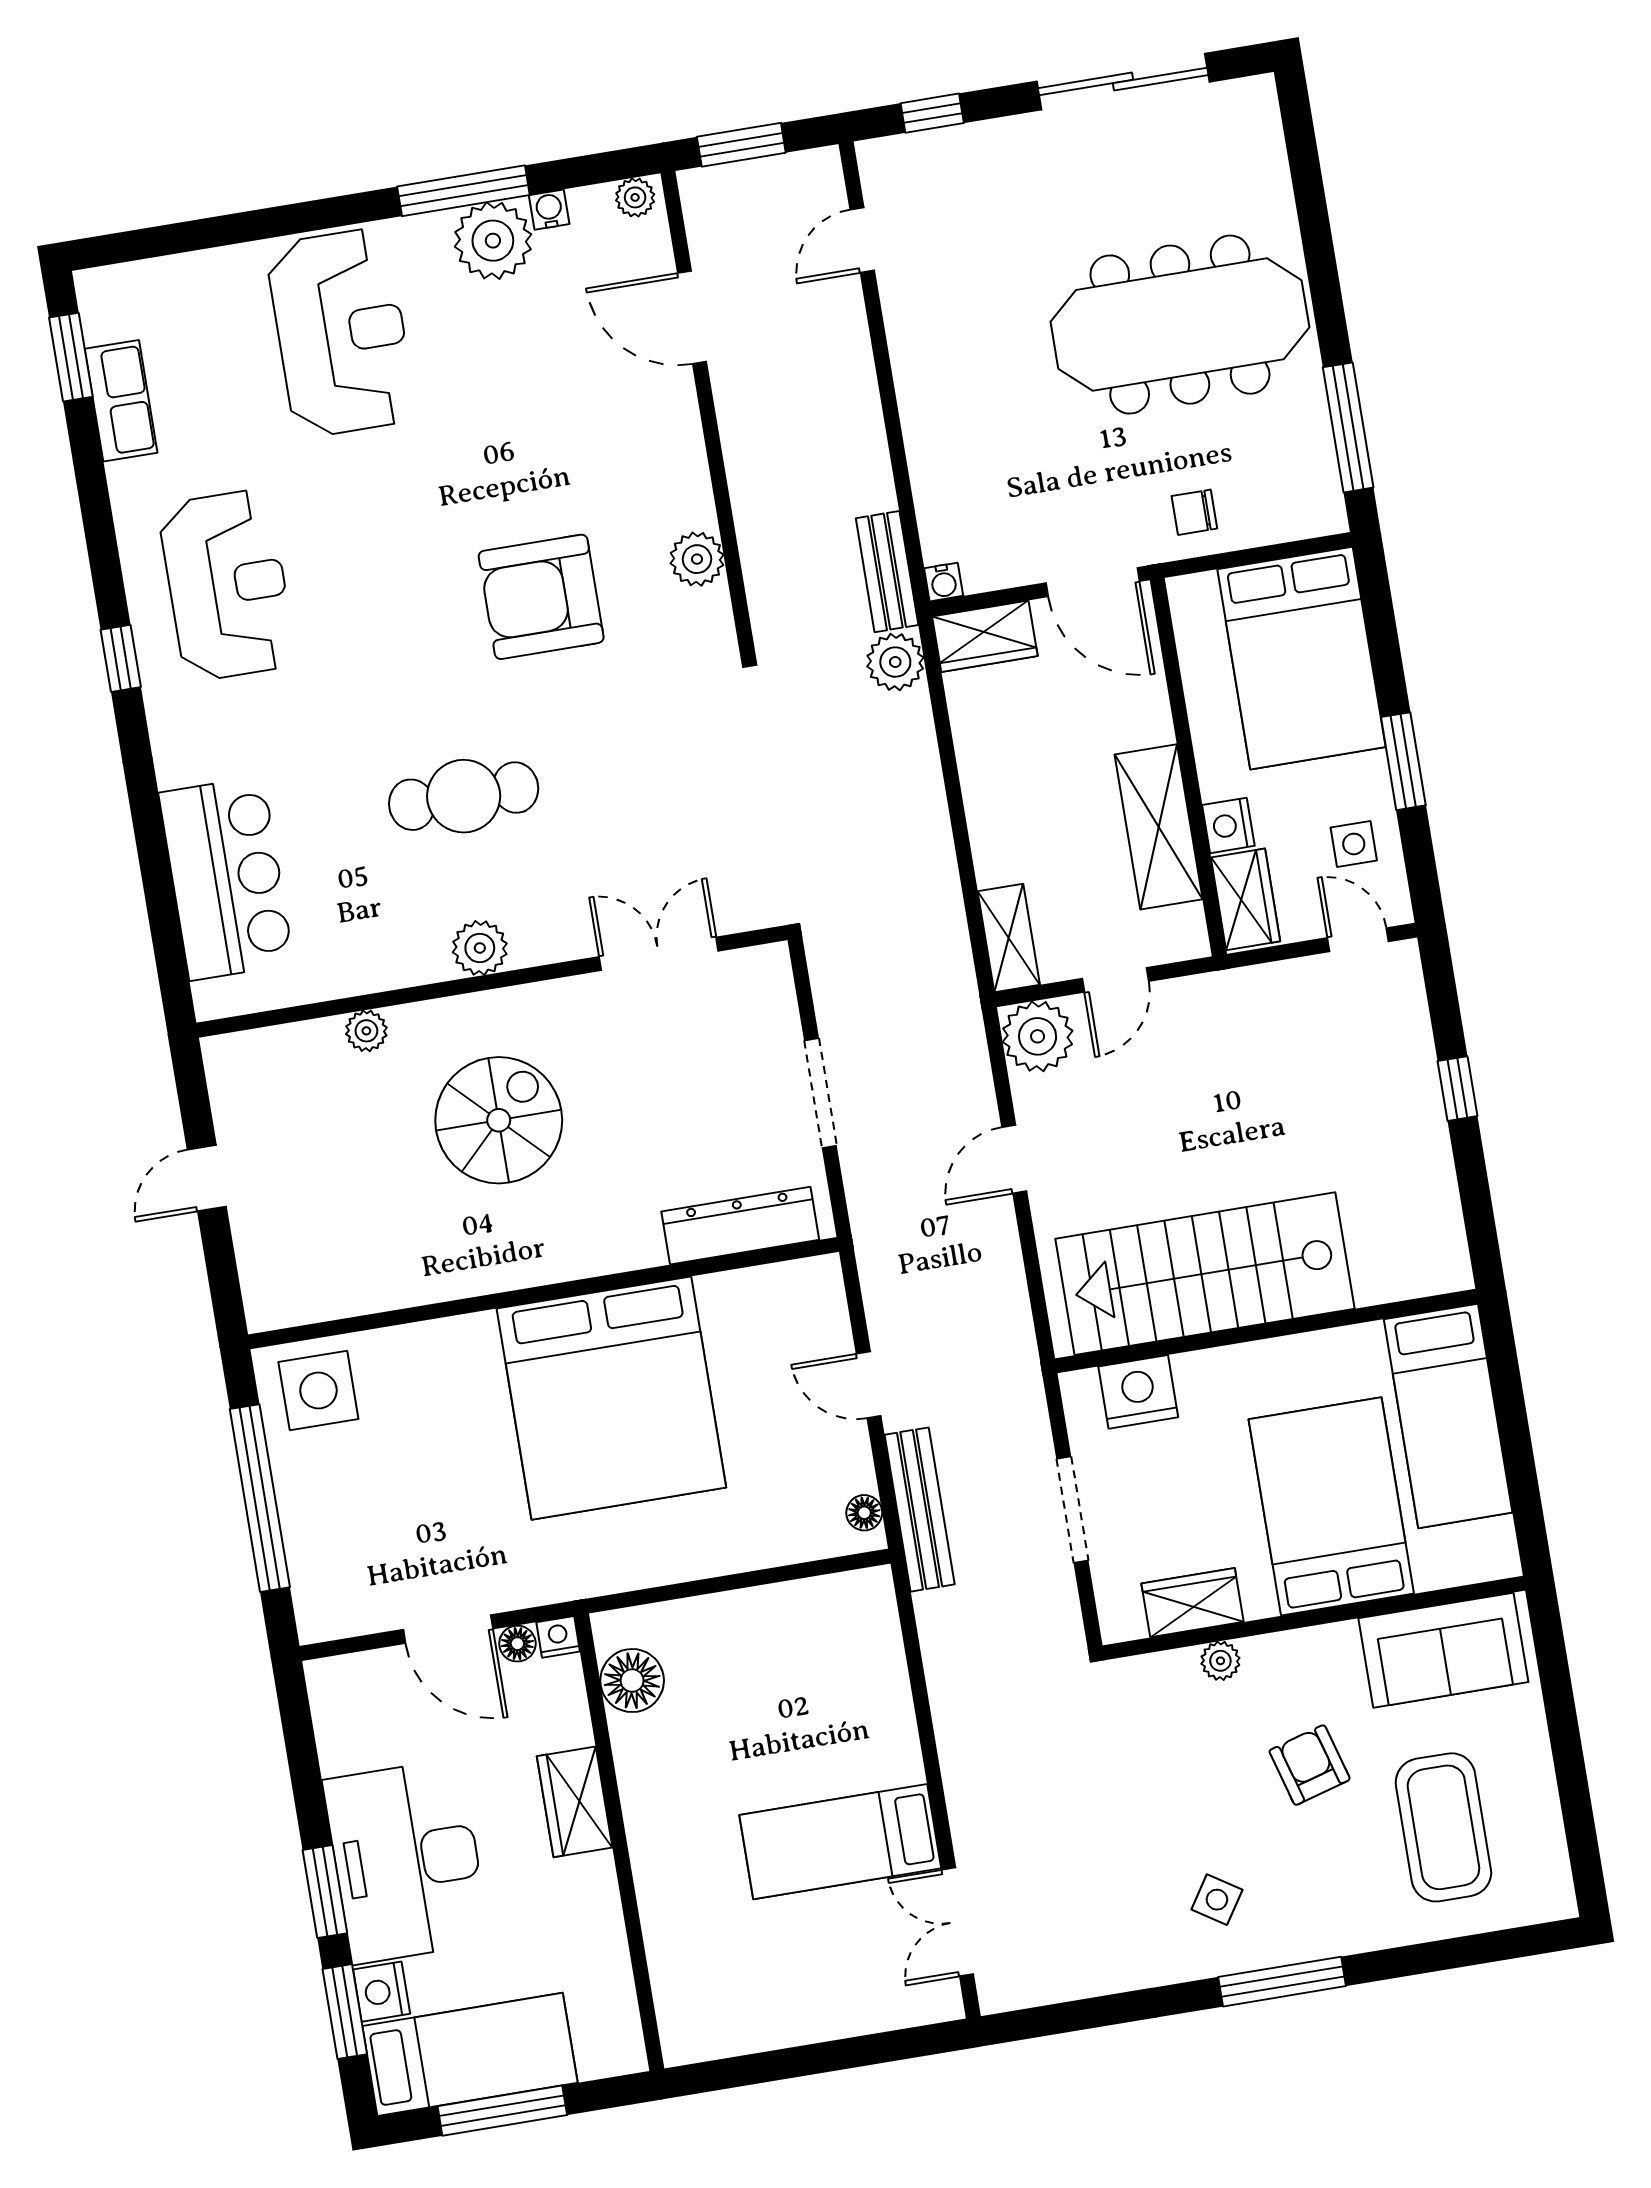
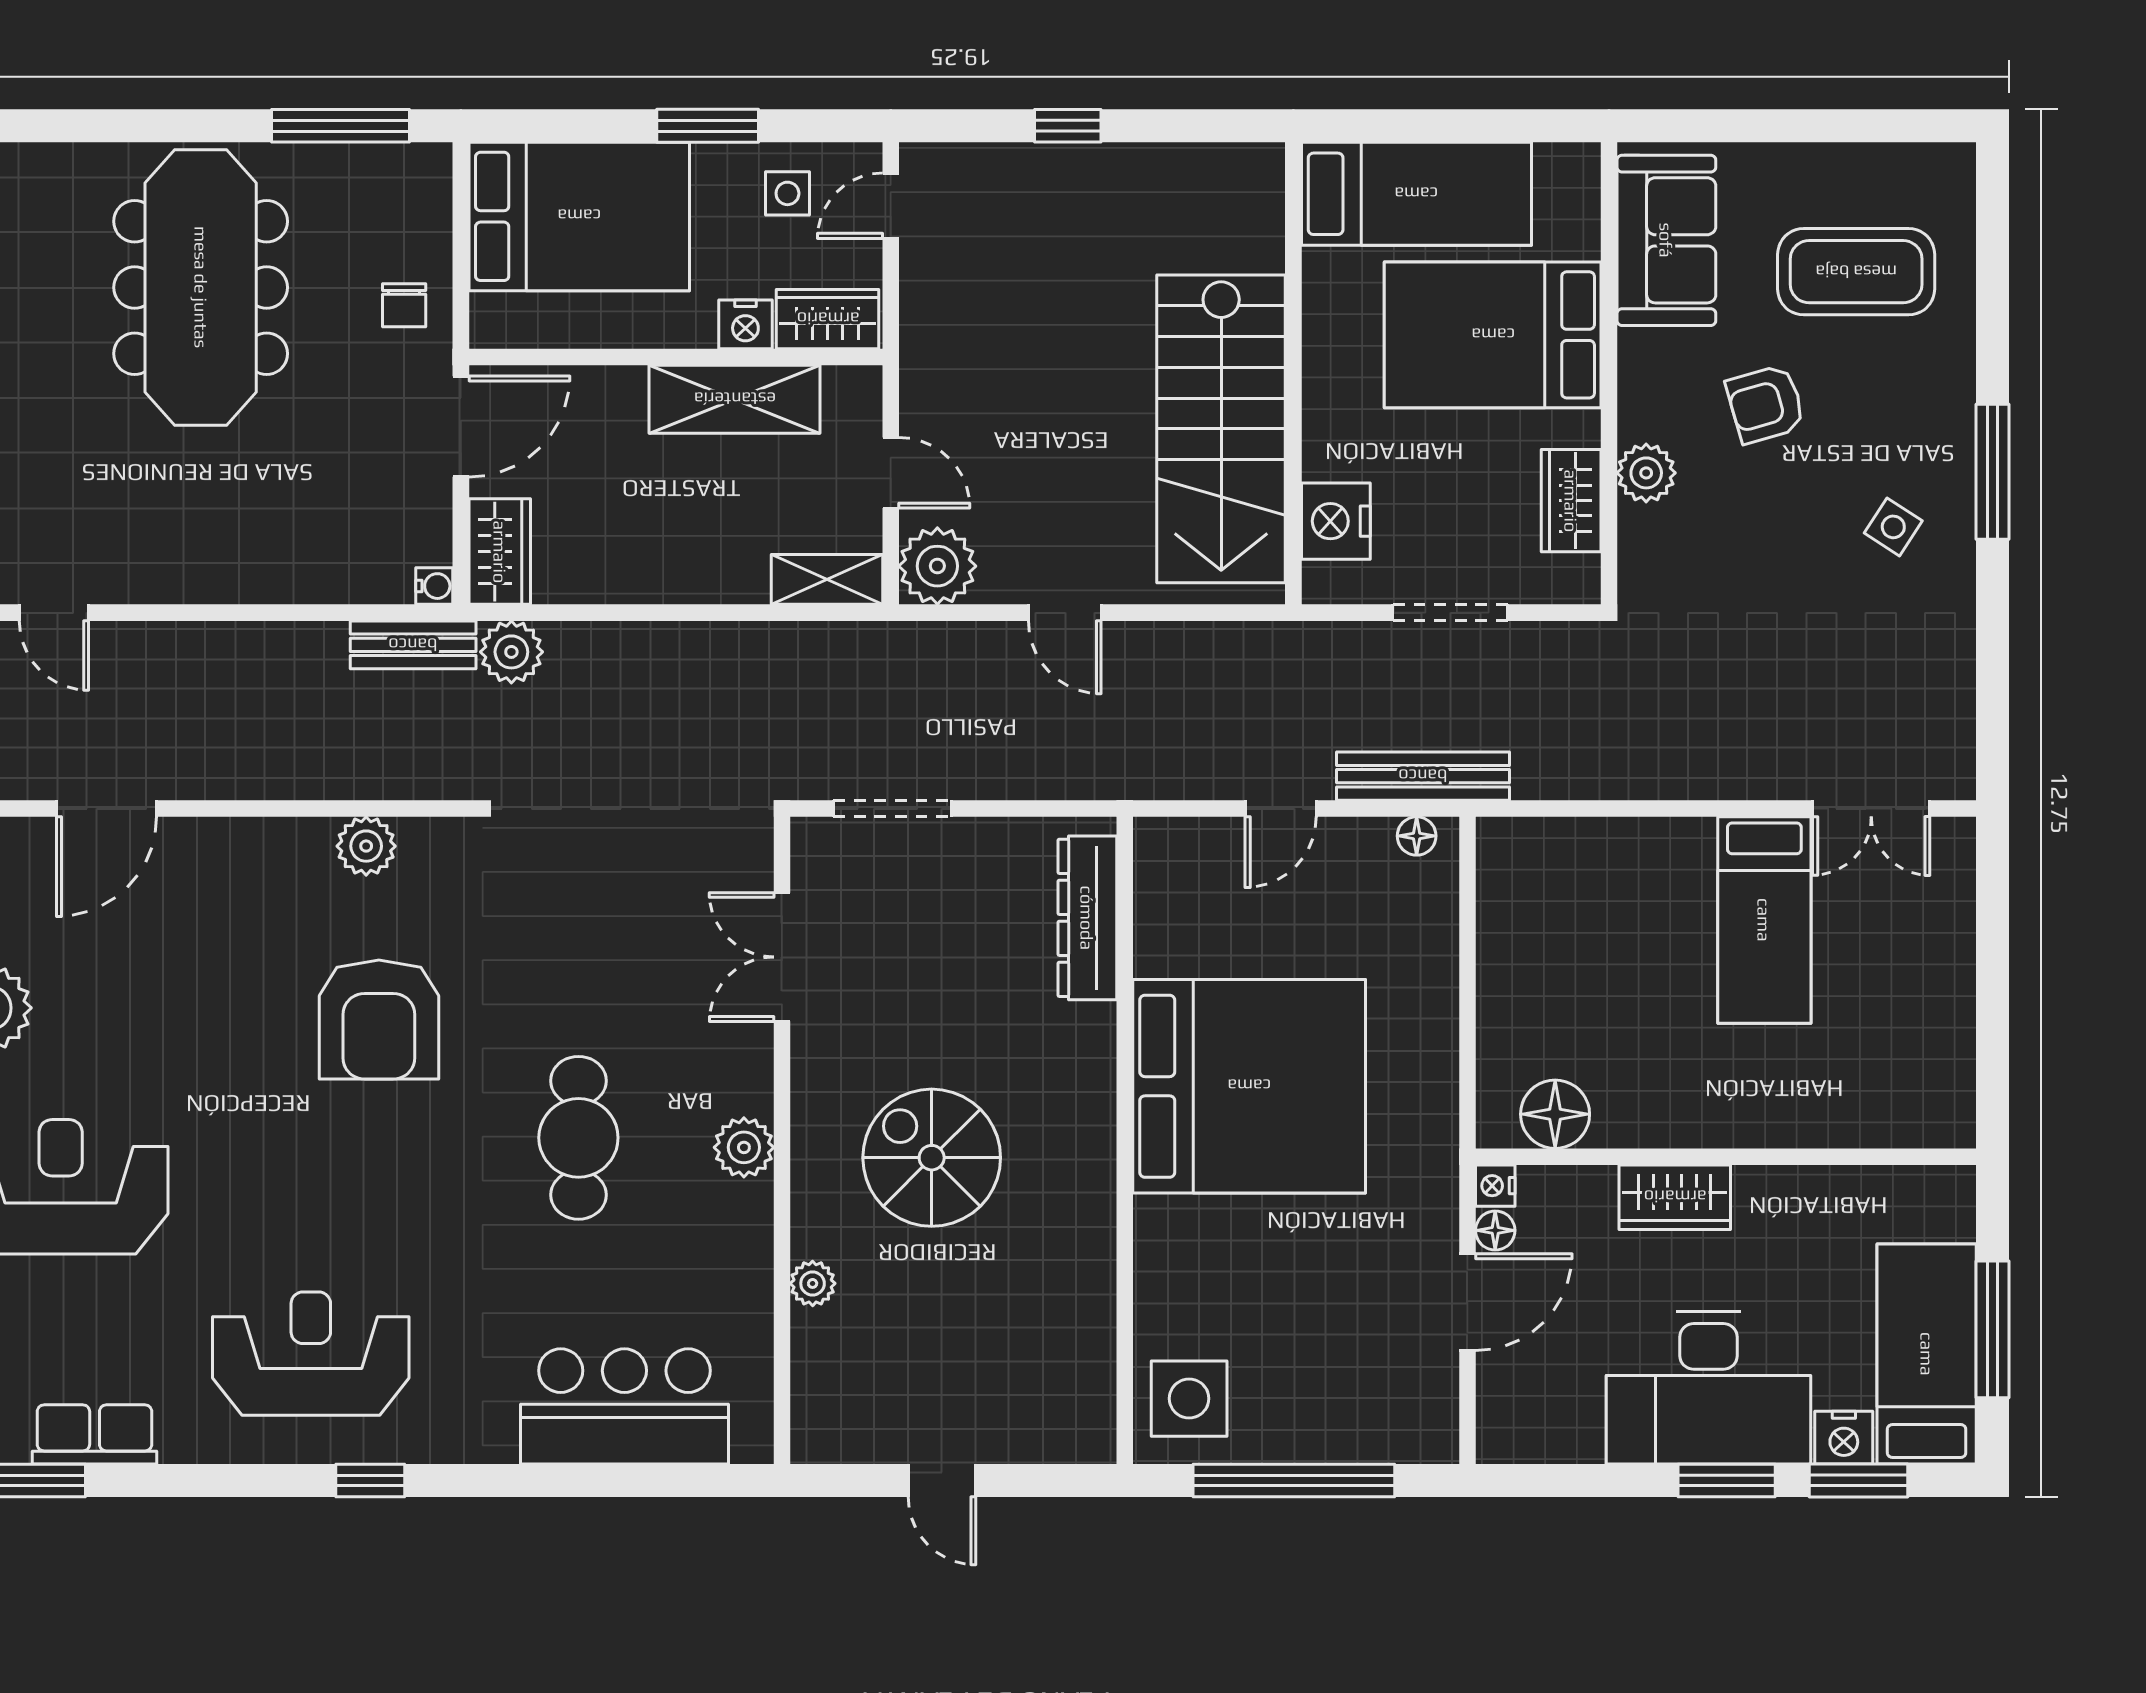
doorway: (820, 1093) -> (892, 809), moved
plant: (1220, 1661) -> (1646, 473), width x1.38, depth x1.38

